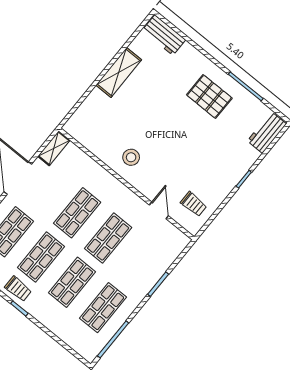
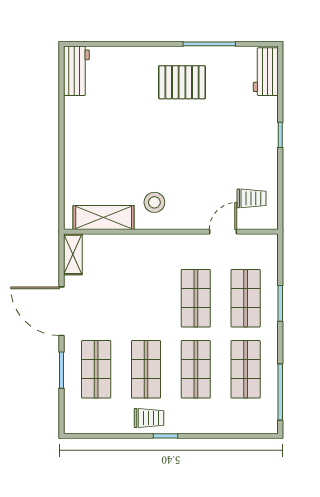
workbench: (164, 35) -> (76, 71), moved, turned -90
shelving: (119, 72) -> (104, 217), moved, turned 90
door: (159, 210) -> (223, 232), hinge flipped
shop shelf: (77, 213) -> (246, 298), moved

